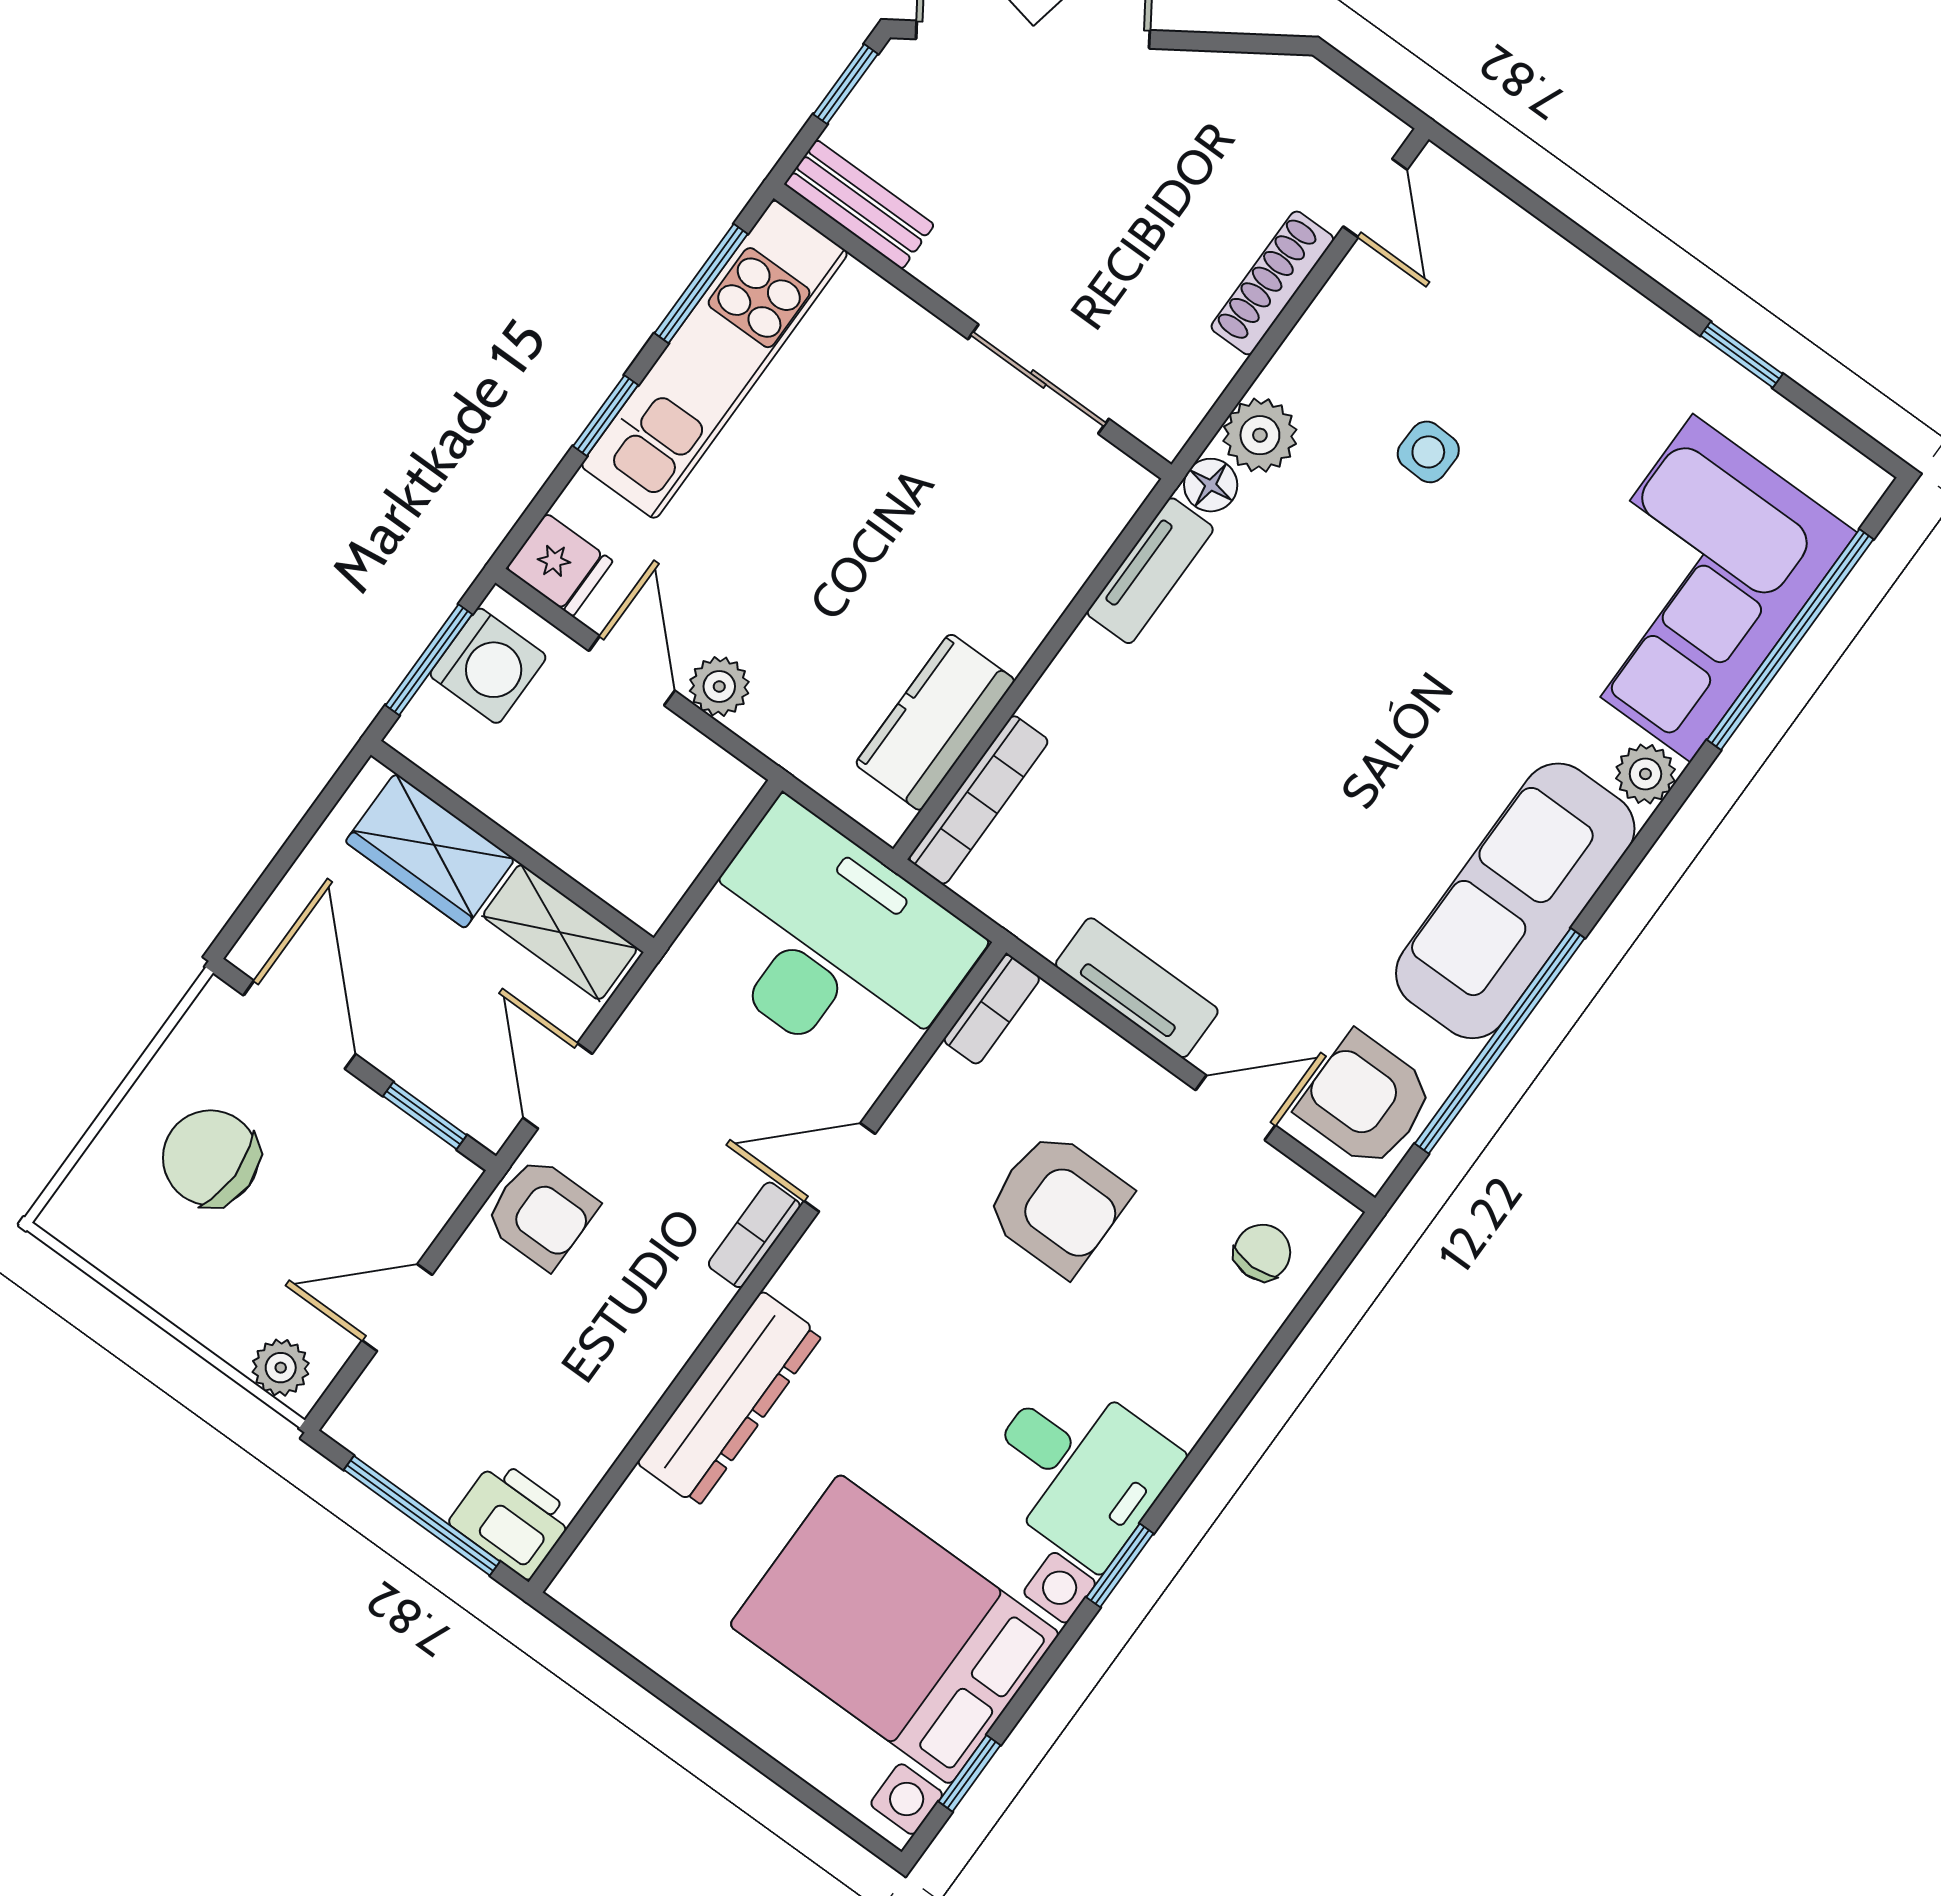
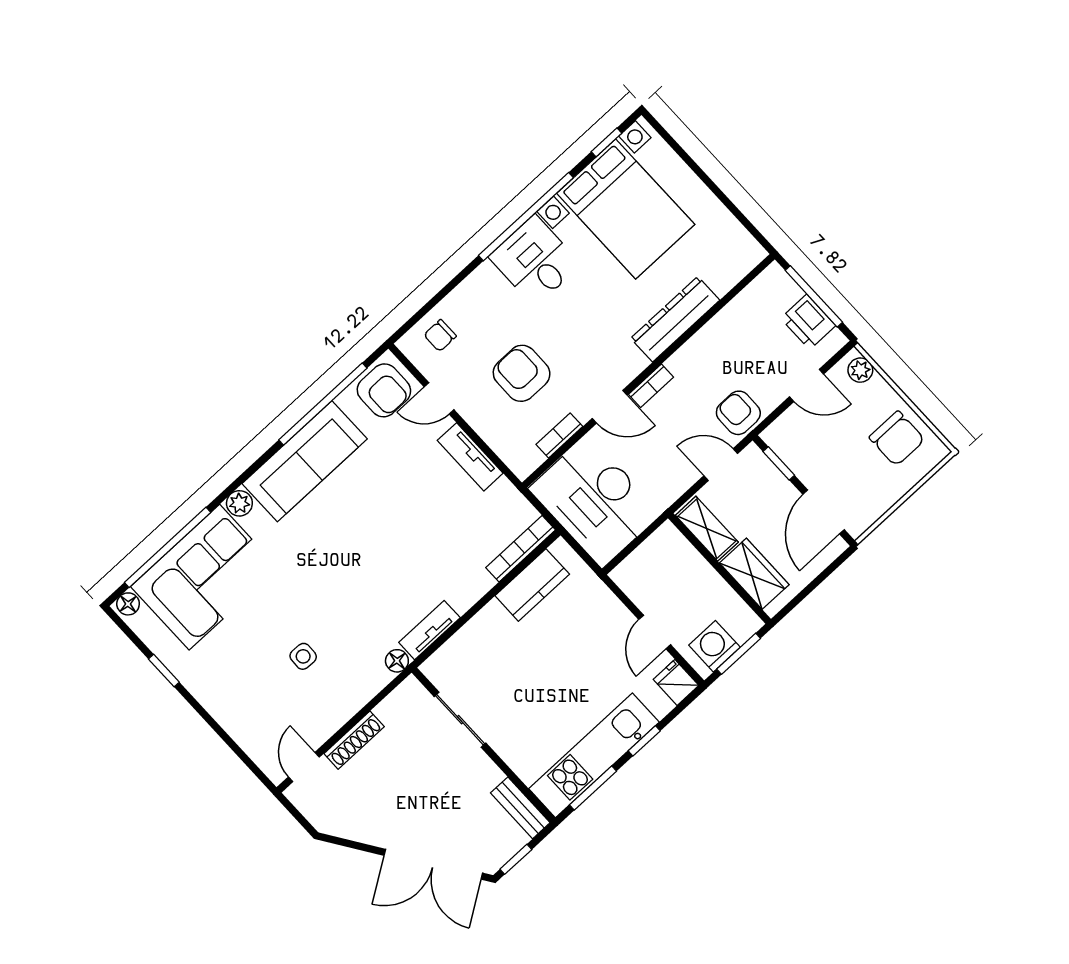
plant: (1260, 435) -> (372, 678), removed
floor lamp: (1855, 491) -> (128, 604), added
plant: (719, 686) -> (619, 618), removed
bookcase: (992, 1009) -> (559, 435), moved
door: (558, 1086) -> (721, 465), swing flipped
chair: (211, 1158) -> (897, 438), moved
printer: (512, 1519) -> (808, 322), moved
window: (1120, 1565) -> (526, 217), width x3.17

